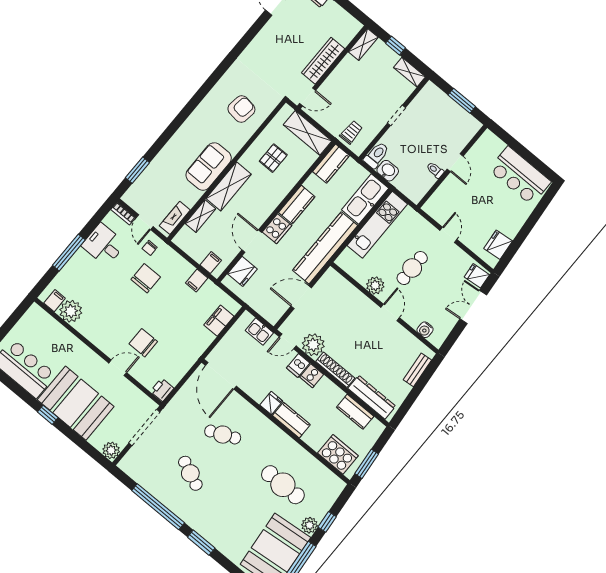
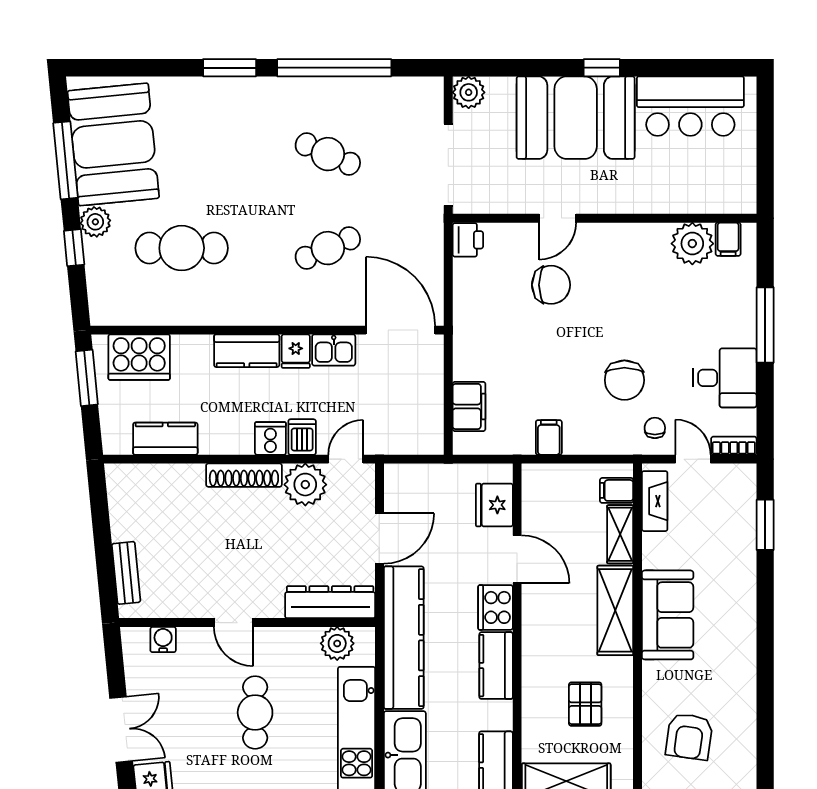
filing cabinet: (211, 263) -> (617, 490), moved, turned 90
plant: (375, 285) -> (337, 643), moved
kitchen sink: (259, 332) -> (334, 350), moved, turned 180
dresser: (372, 397) -> (330, 602), moved, turned 180

